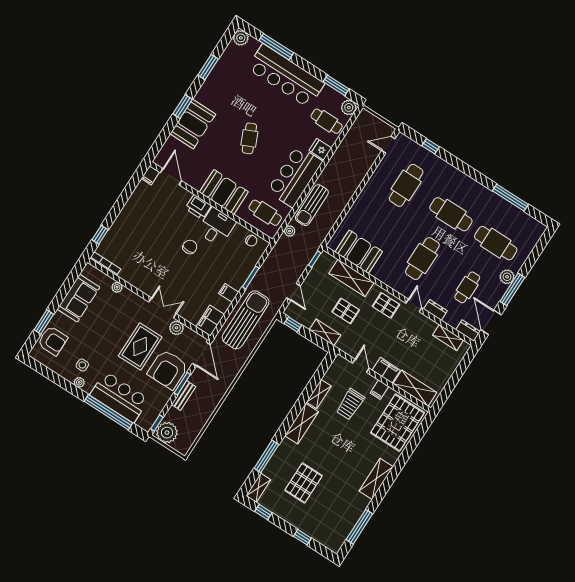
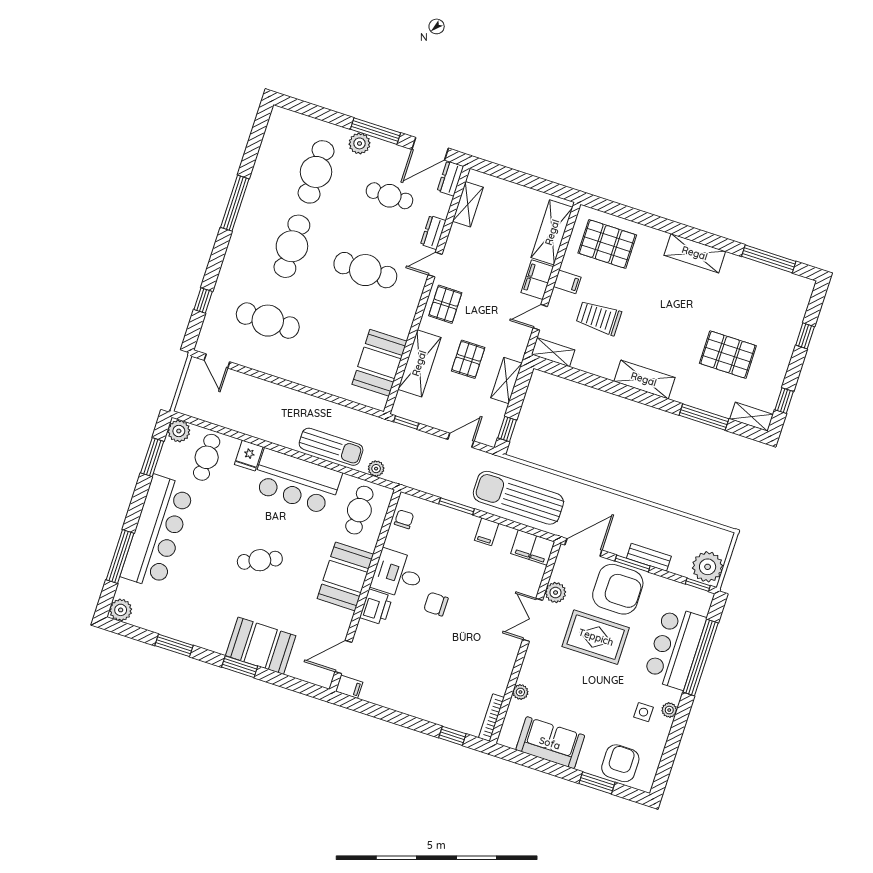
window: (510, 198) -> (235, 203), moved
shelving: (319, 394) -> (553, 352), moved
trolley: (350, 404) -> (599, 318), turned 180
pallet: (397, 423) -> (607, 244), width x0.73, depth x0.71

